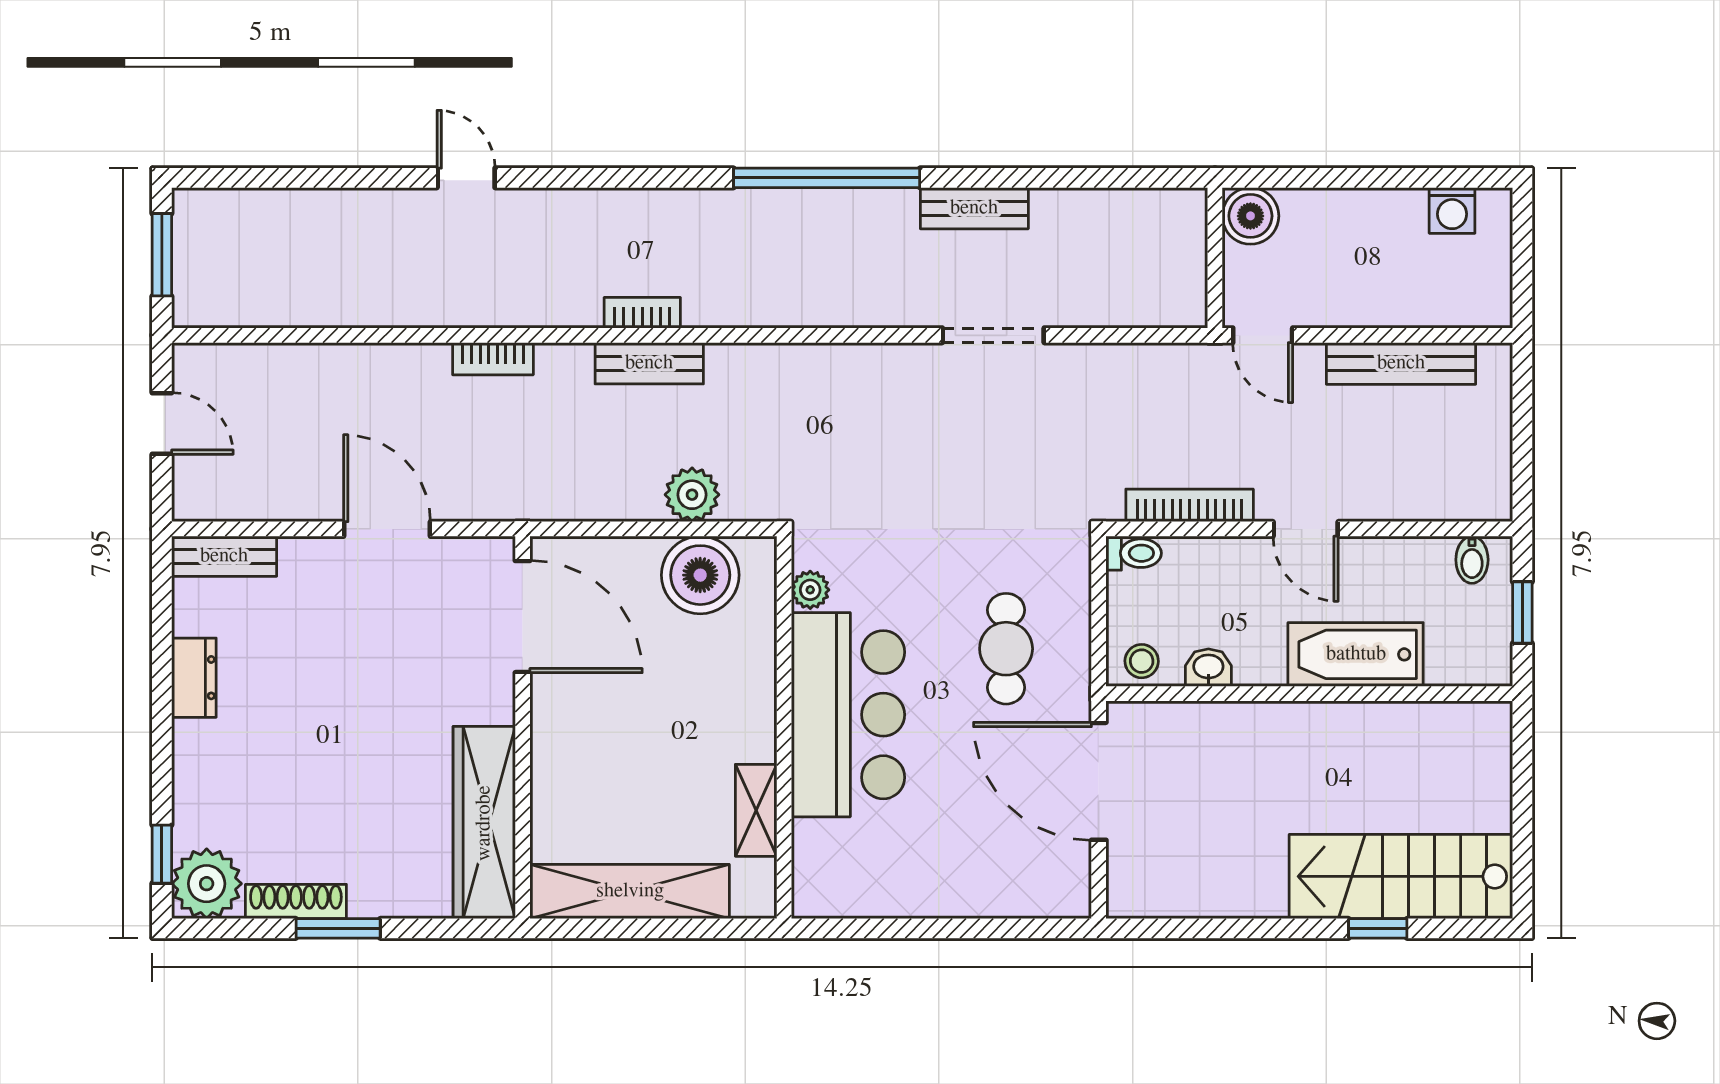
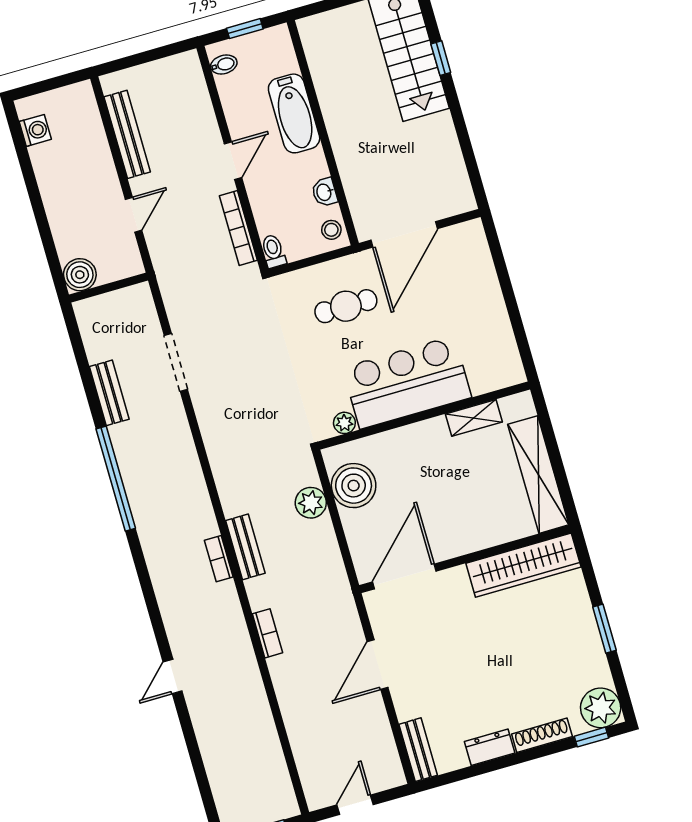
boiler: (1250, 216) -> (80, 275), moved
wall: (1215, 258) -> (108, 288), moved
shoe rack: (296, 901) -> (542, 735), moved, turned 90

